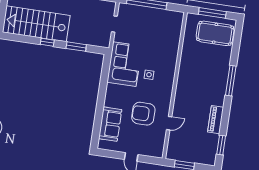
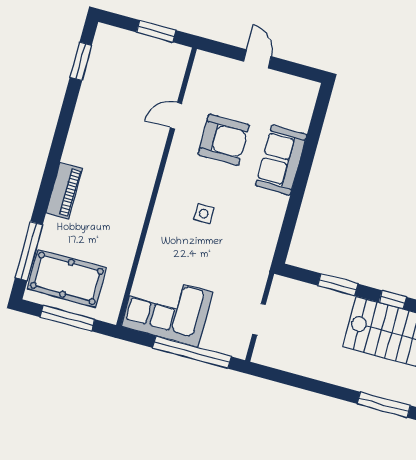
corner sofa: (124, 64) -> (167, 309), moved, turned 90
window: (231, 81) -> (29, 251), moved
piano: (216, 120) -> (64, 191), moved
sofa: (110, 124) -> (281, 160), moved

